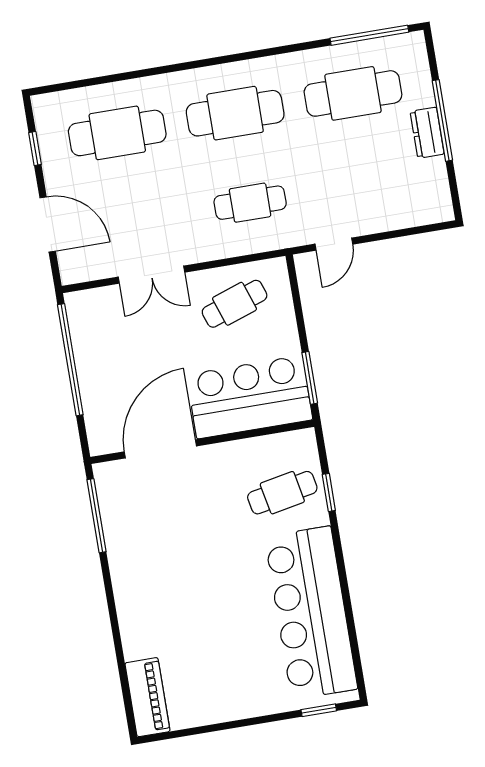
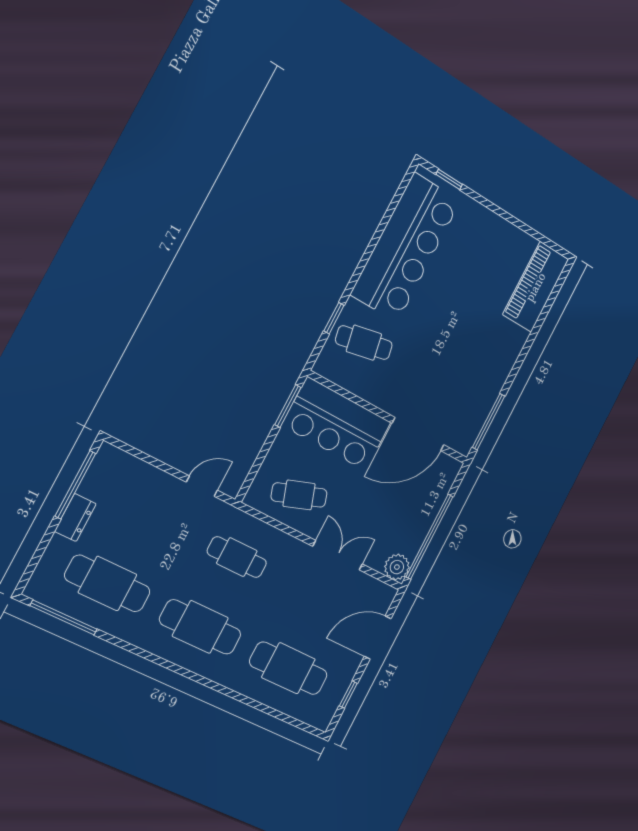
window: (442, 120) -> (75, 485), moved
door: (48, 224) -> (378, 638), hinge flipped
plant: (81, 306) -> (397, 567), added
piano: (147, 697) -> (536, 287), width x1.37, depth x1.33

